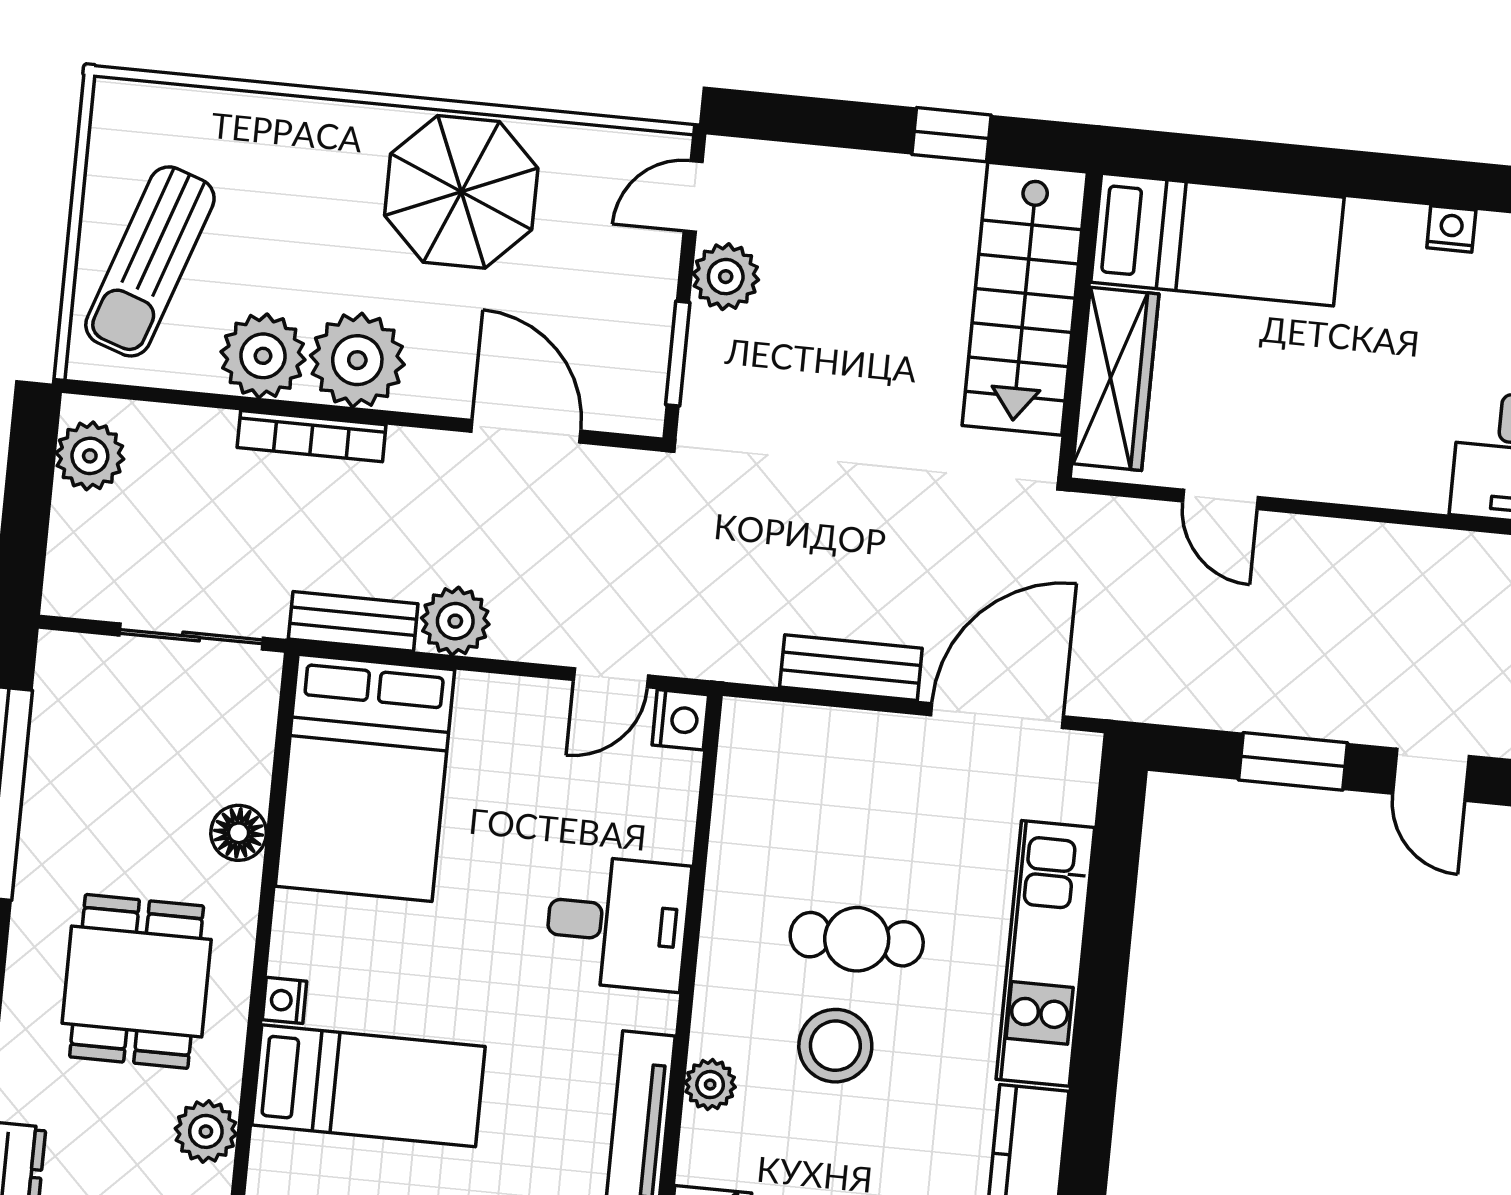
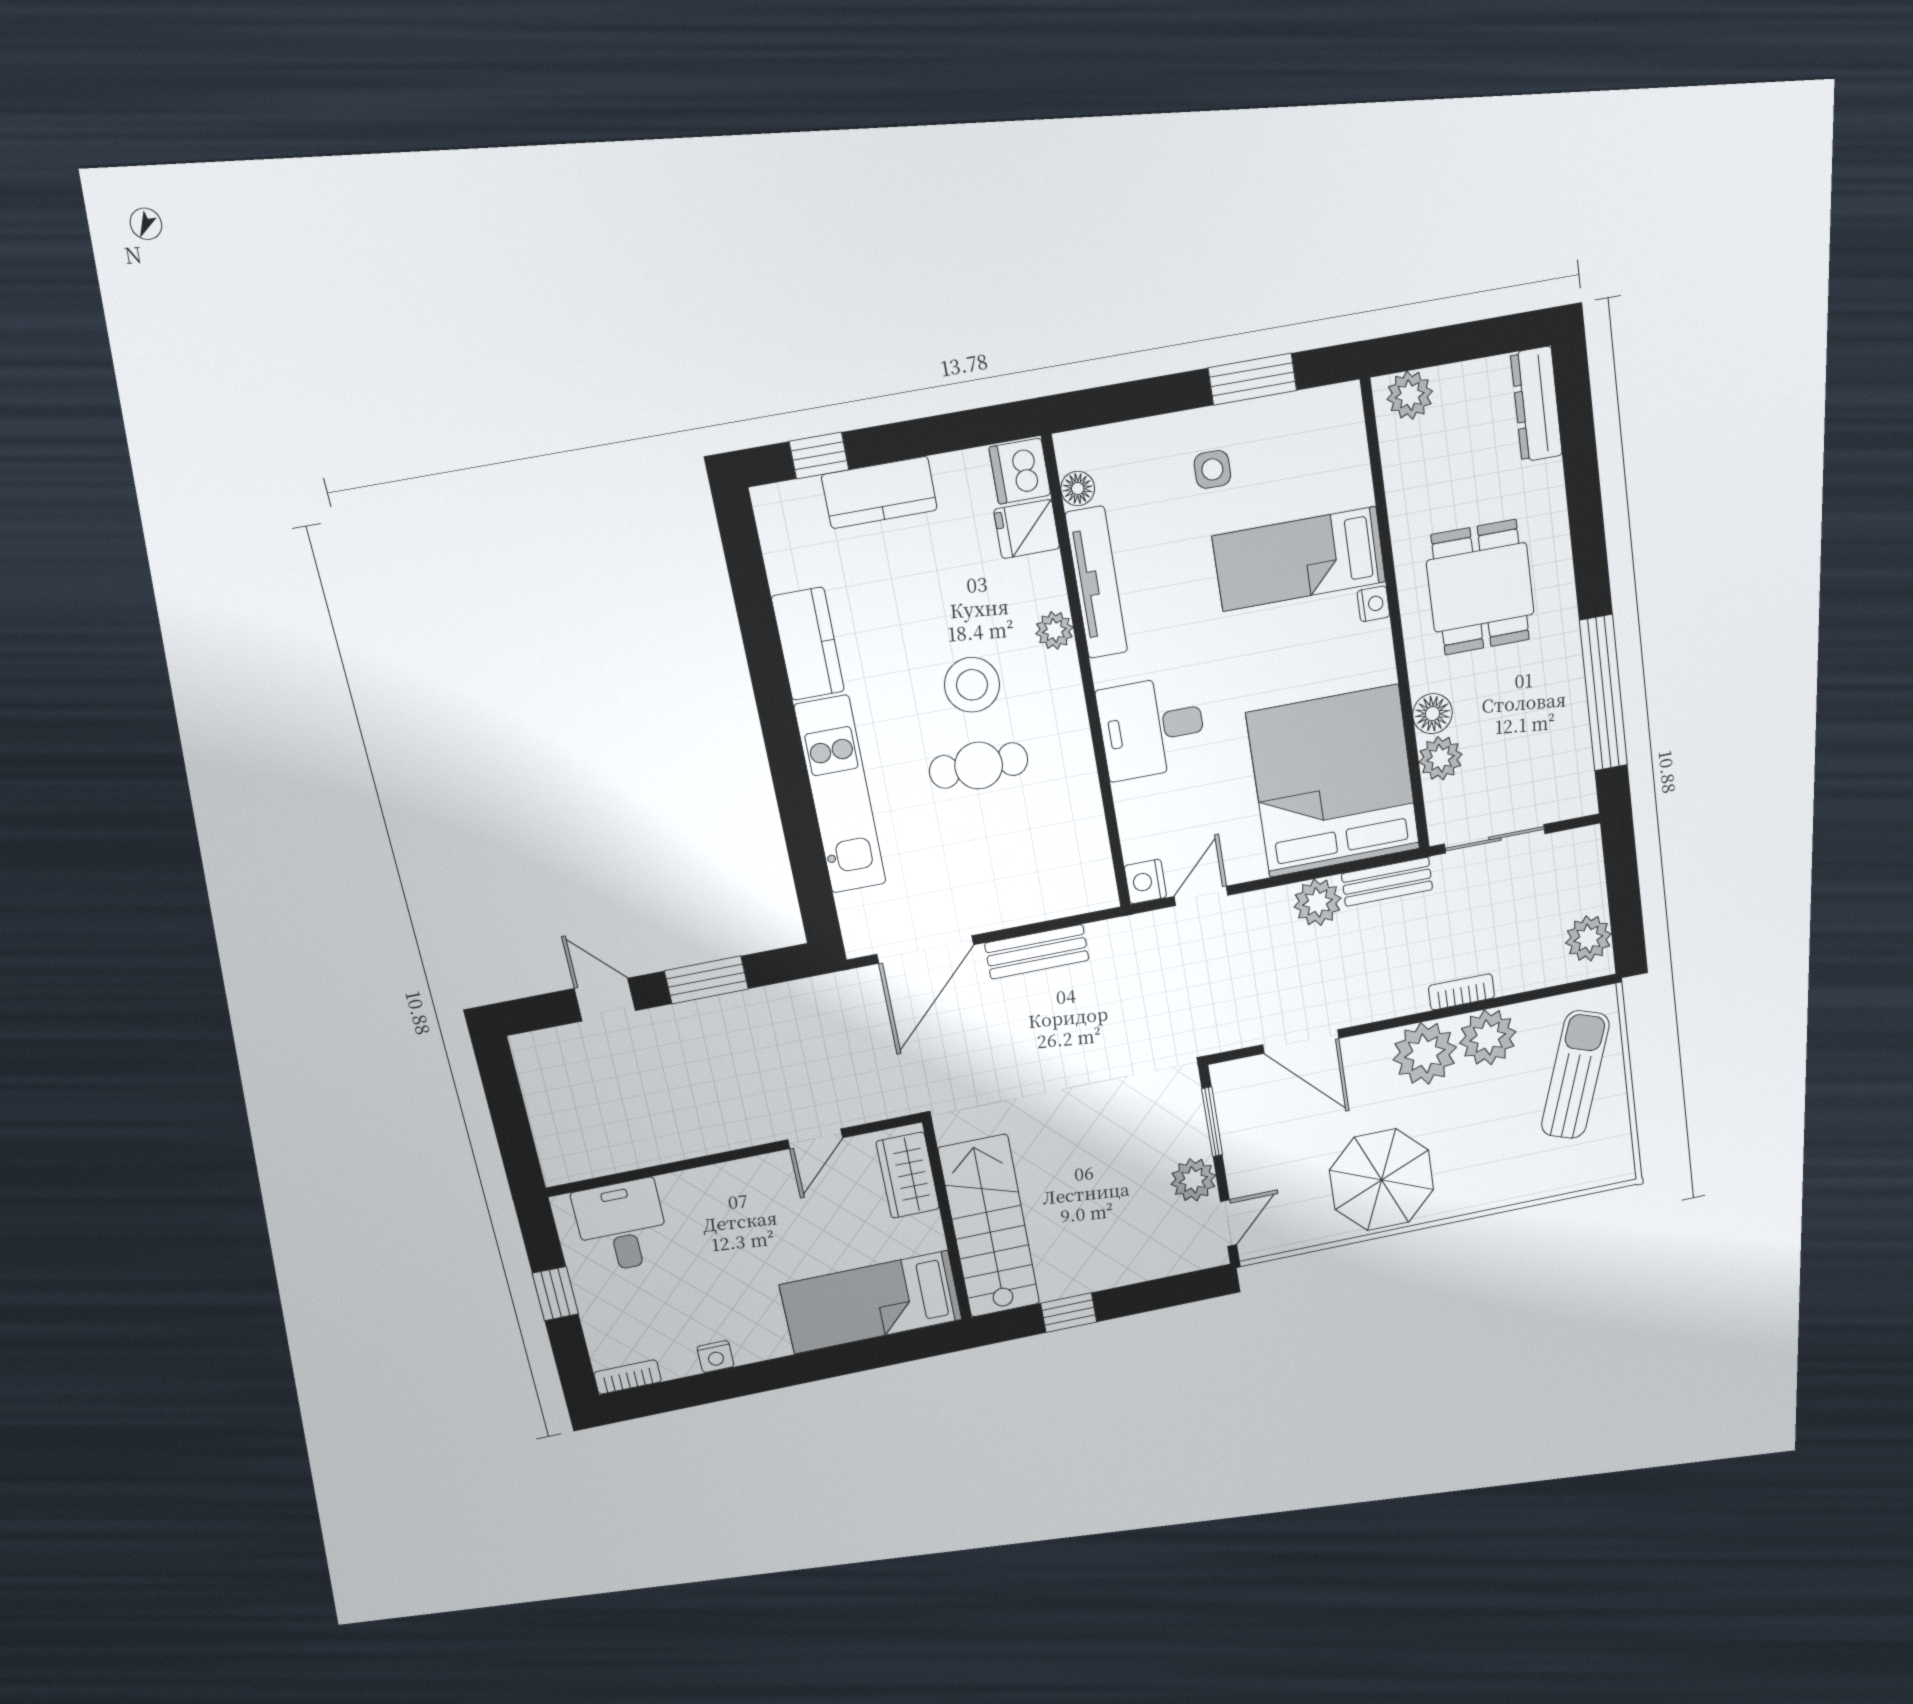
wardrobe: (1116, 379) -> (908, 1175), width x0.67
bookcase: (312, 436) -> (1462, 992), width x0.64
door: (1220, 499) -> (815, 1139), swing flipped
bed: (365, 778) -> (1334, 781), width x1.36
plant: (206, 1131) -> (1440, 758), moved

